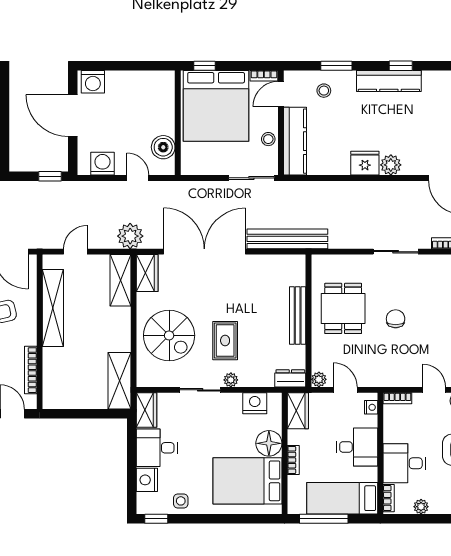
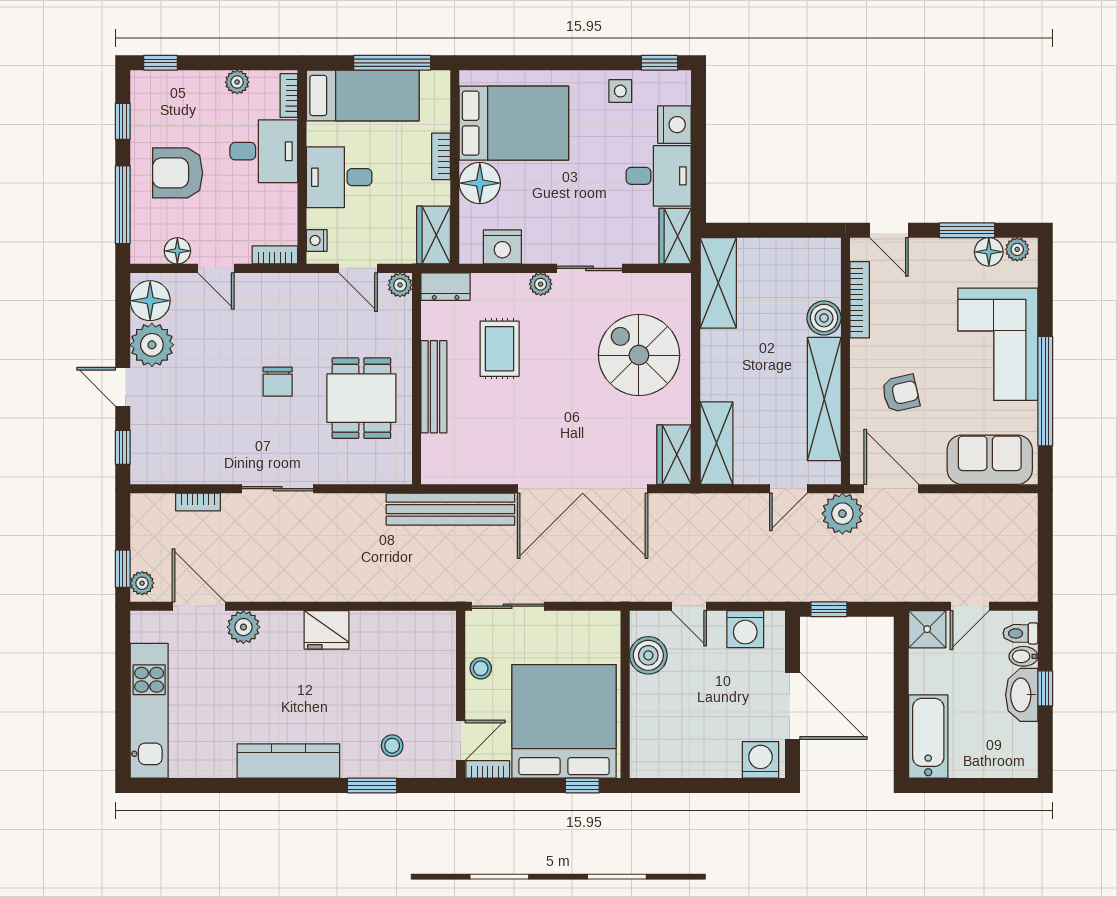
window: (401, 66) -> (269, 785), removed
kitchen counter: (295, 141) -> (438, 665), removed
plant: (391, 165) -> (243, 627), moved
plant: (130, 236) -> (842, 514), moved
rug: (225, 341) -> (500, 349), moved
boiler: (53, 359) -> (824, 318), added

